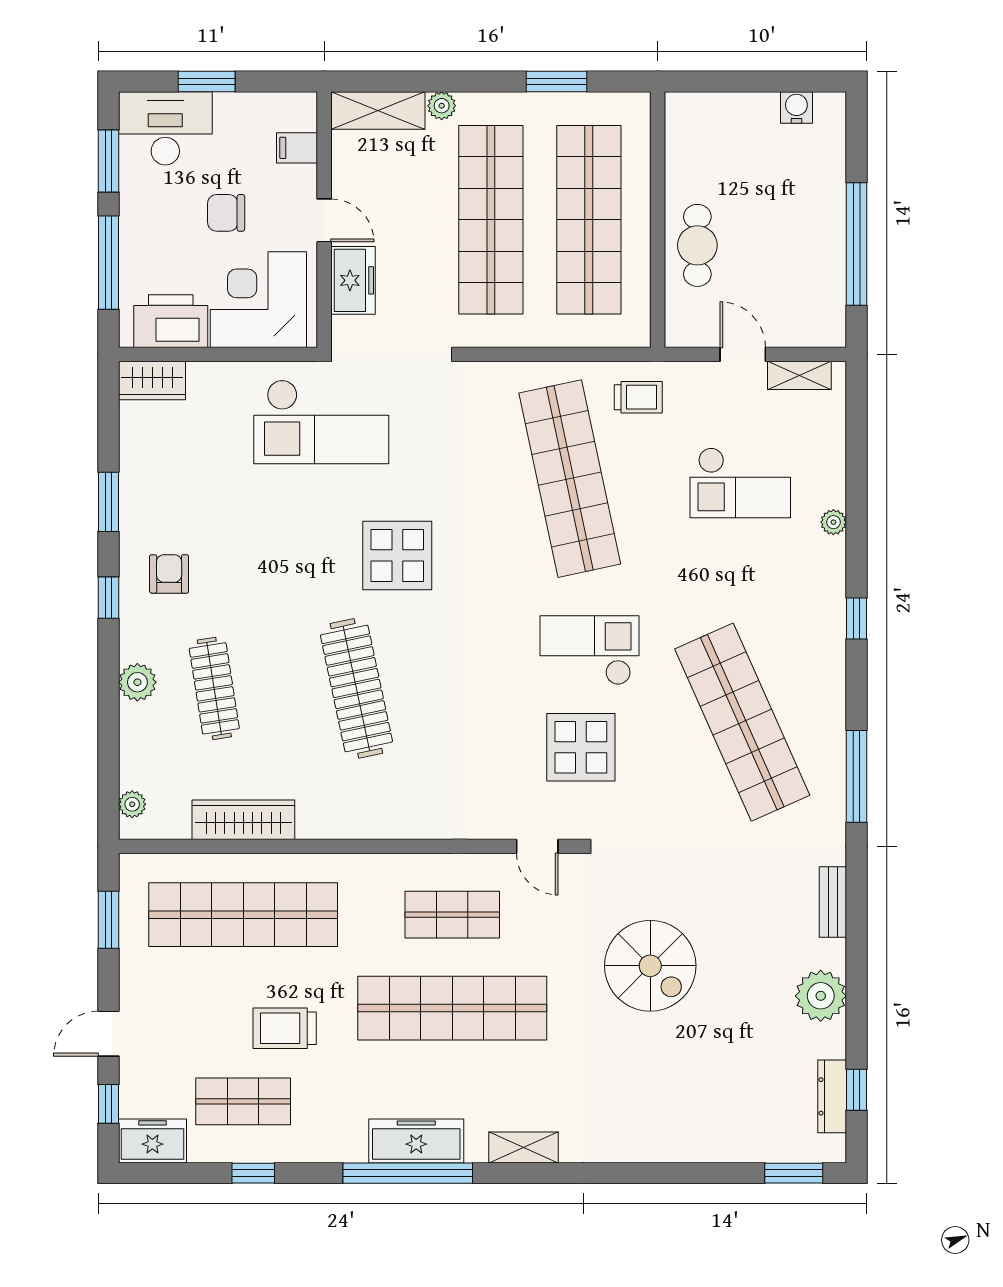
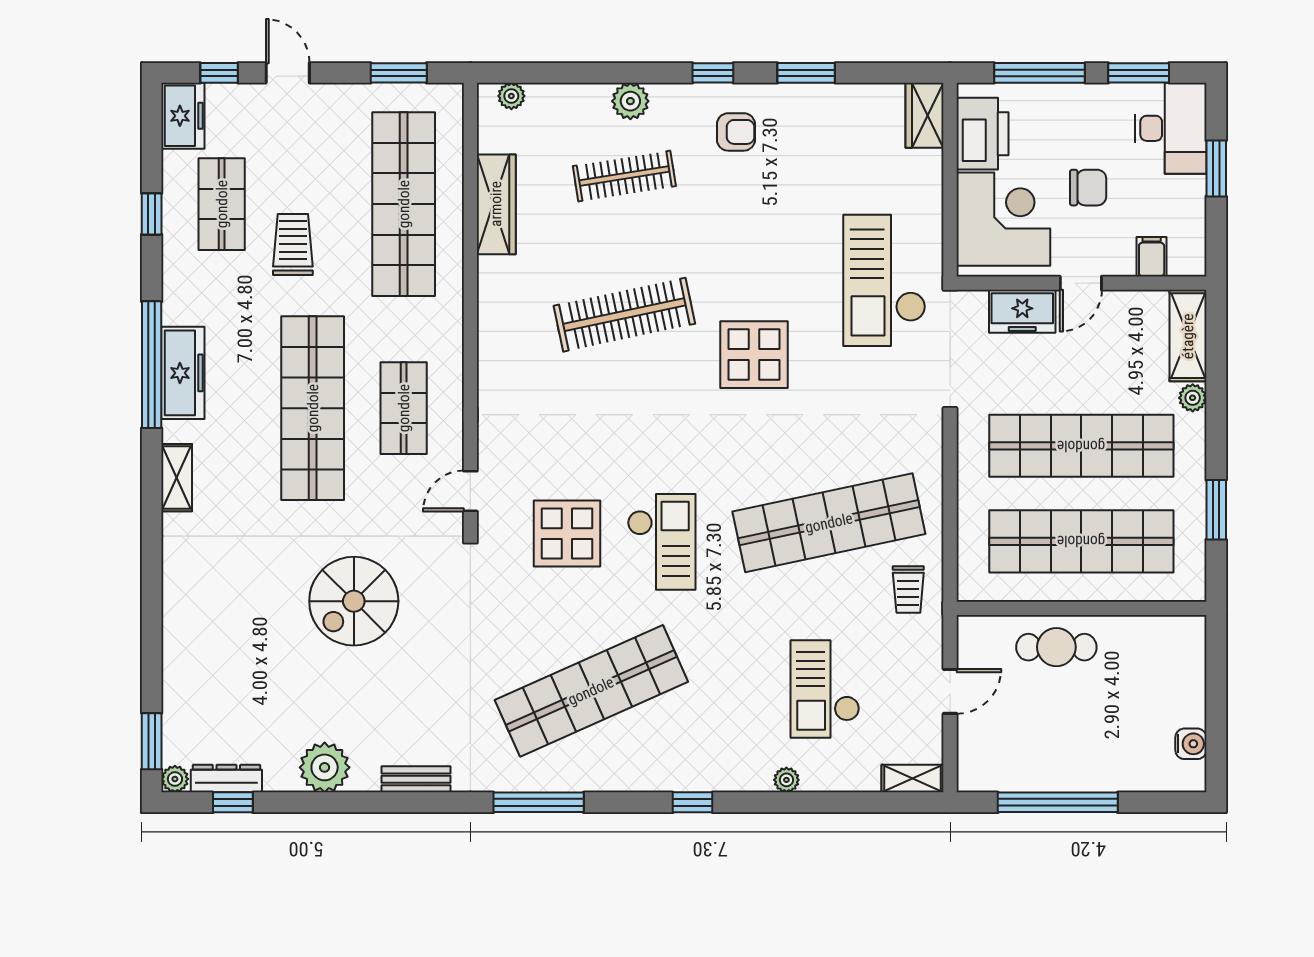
chair: (226, 213) -> (1088, 188), turned 90
shelving: (799, 375) -> (913, 779), moved, turned 90
plant: (833, 1149) -> (175, 779), added

